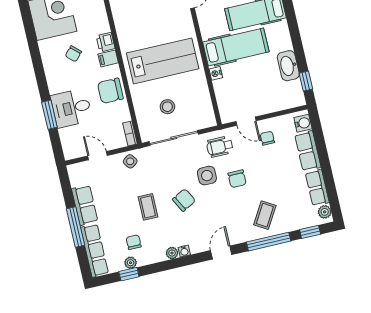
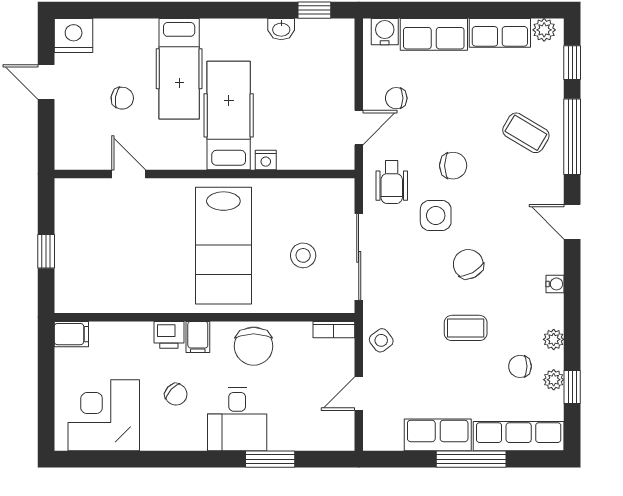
lab bench: (163, 61) -> (223, 246), turned 180
washbasin: (288, 66) -> (281, 29), width x0.52, depth x0.69
desk: (71, 108) -> (237, 419), moved
plant: (172, 253) -> (554, 339), moved

